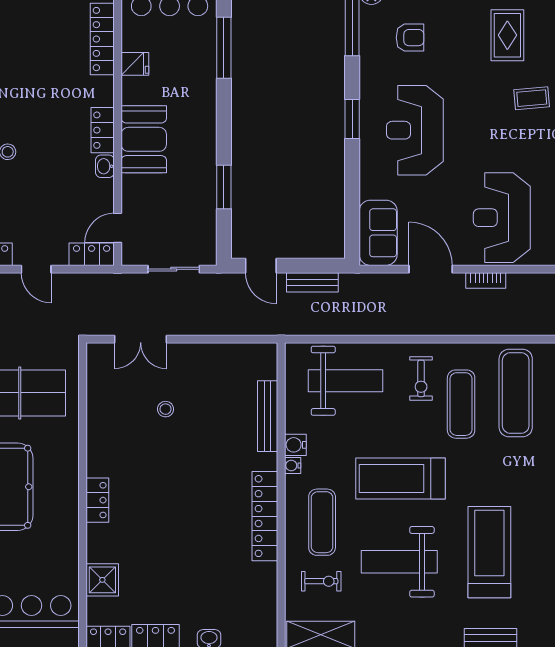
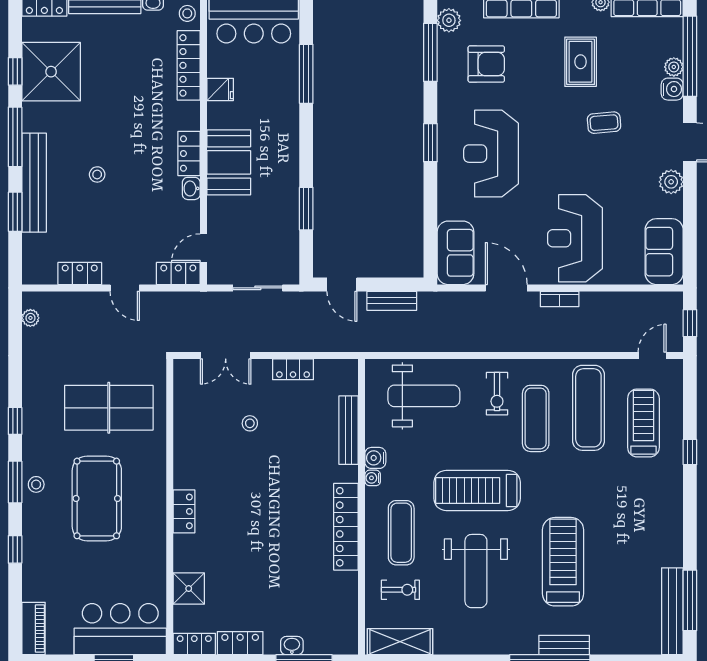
armchair: (410, 38) -> (486, 64), width x1.38, depth x1.38
locker: (210, 353) -> (293, 369), added
weight bench: (399, 562) -> (476, 571), turned -90

